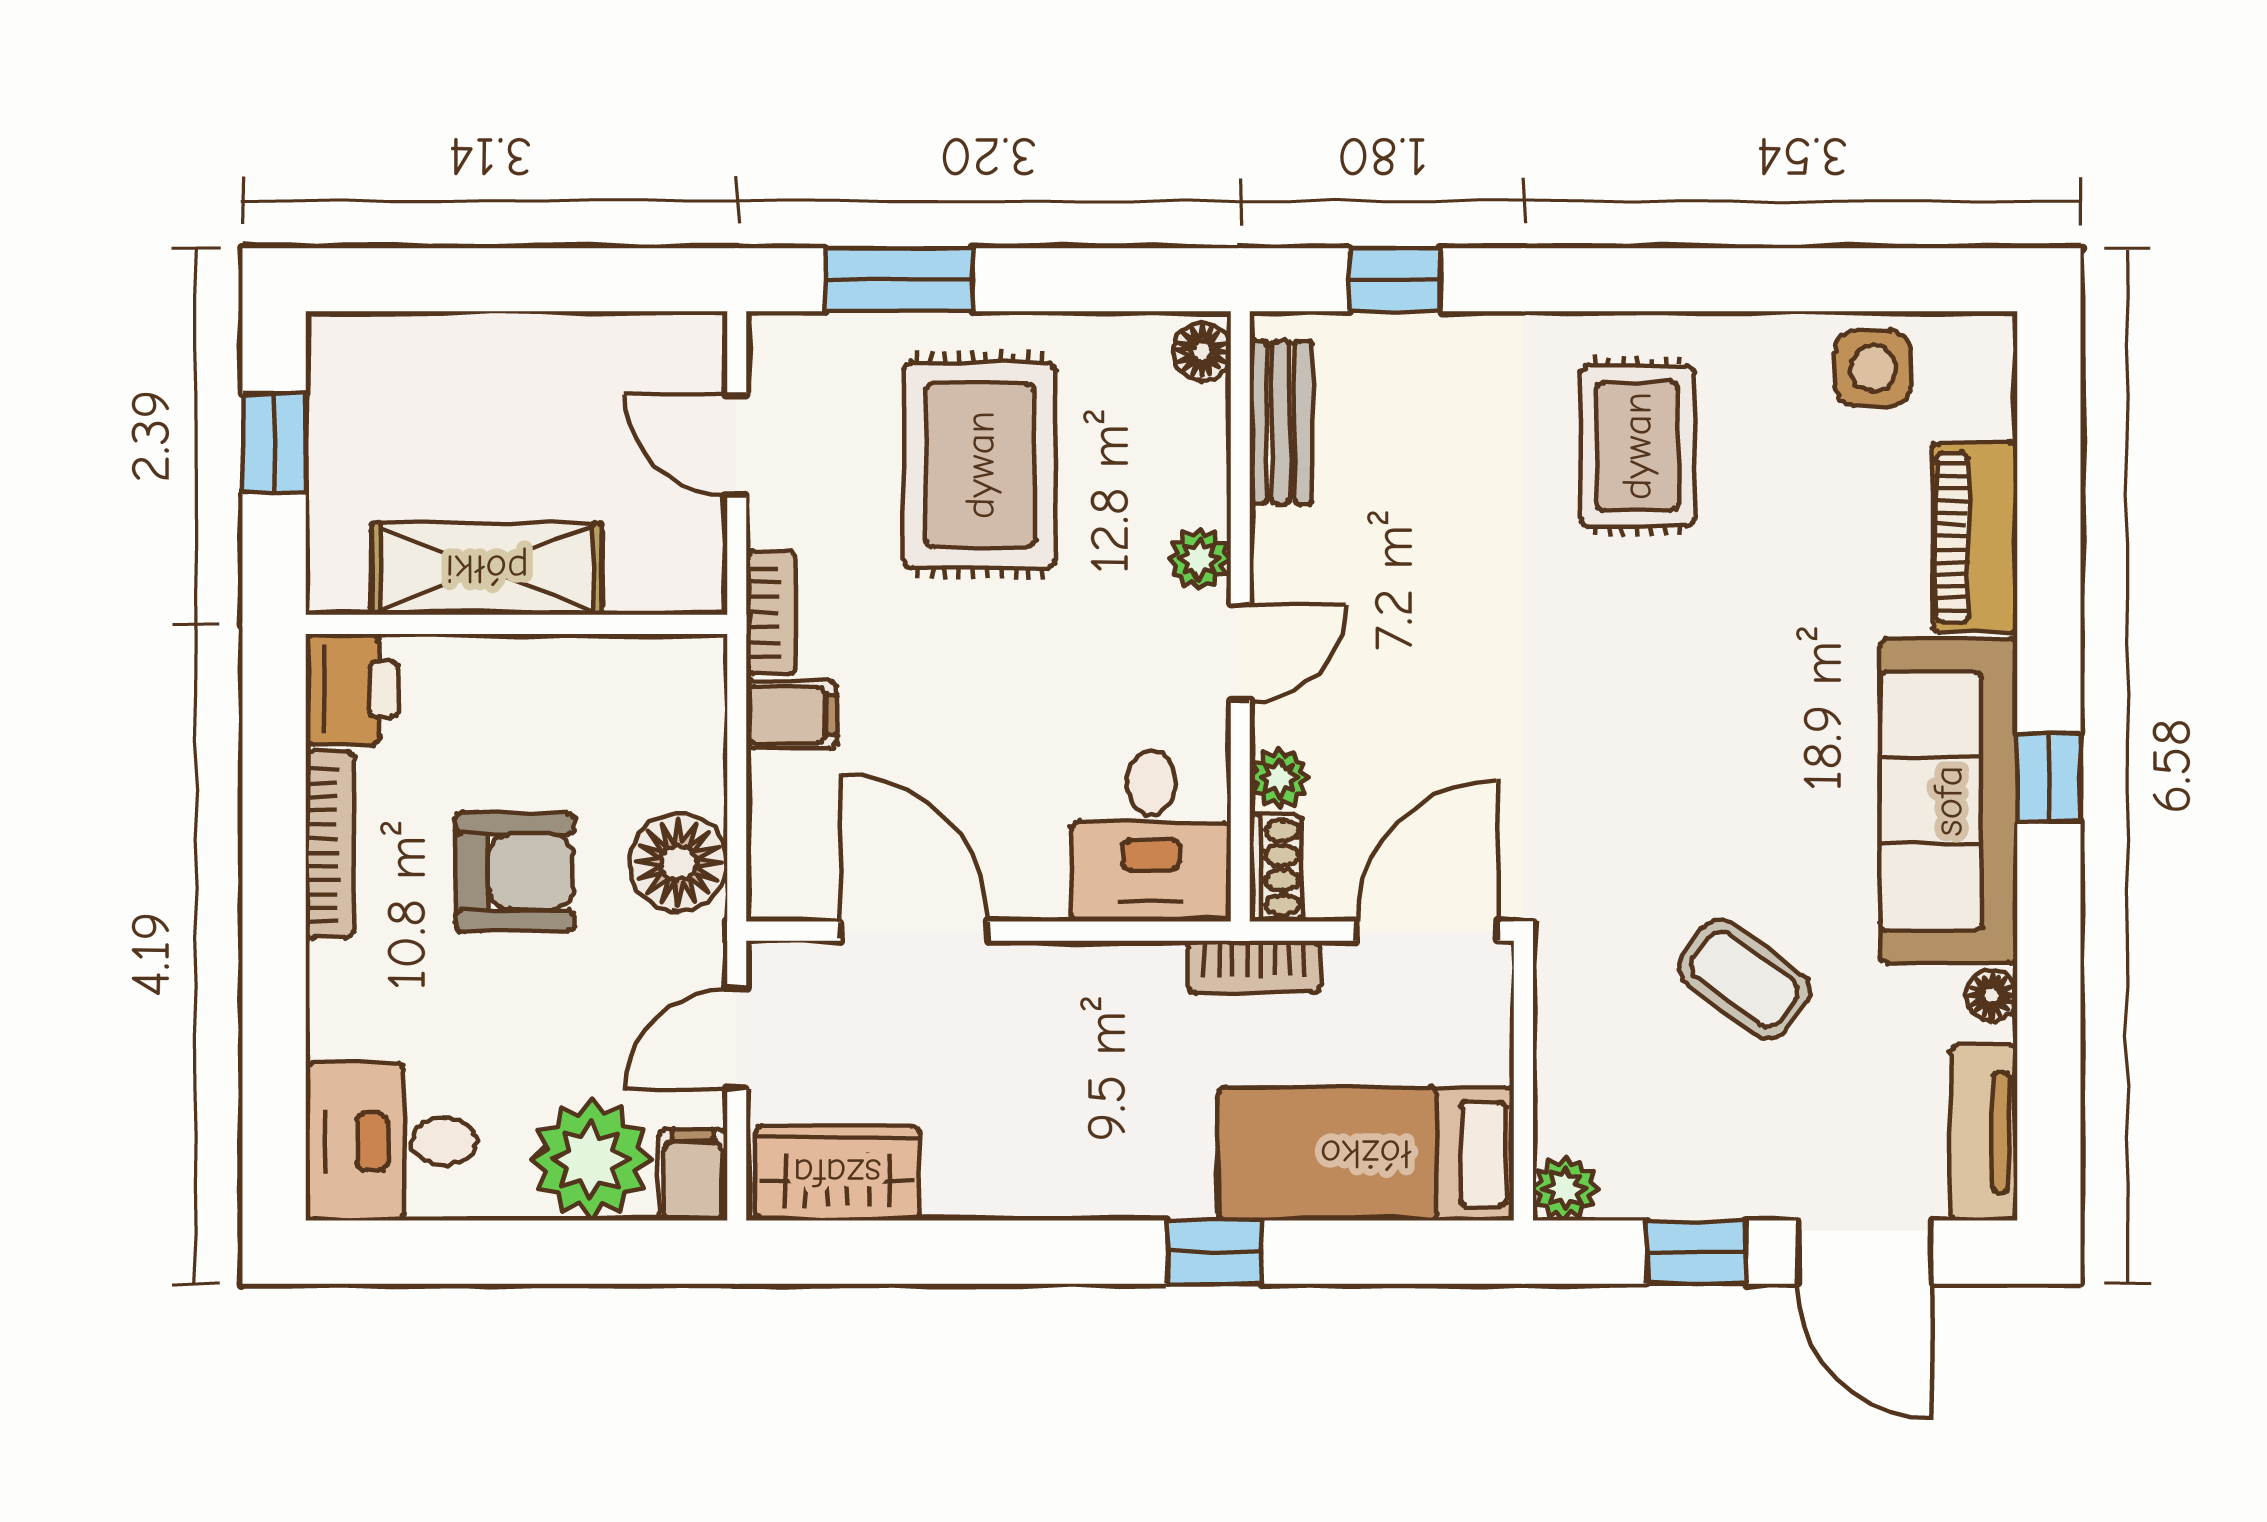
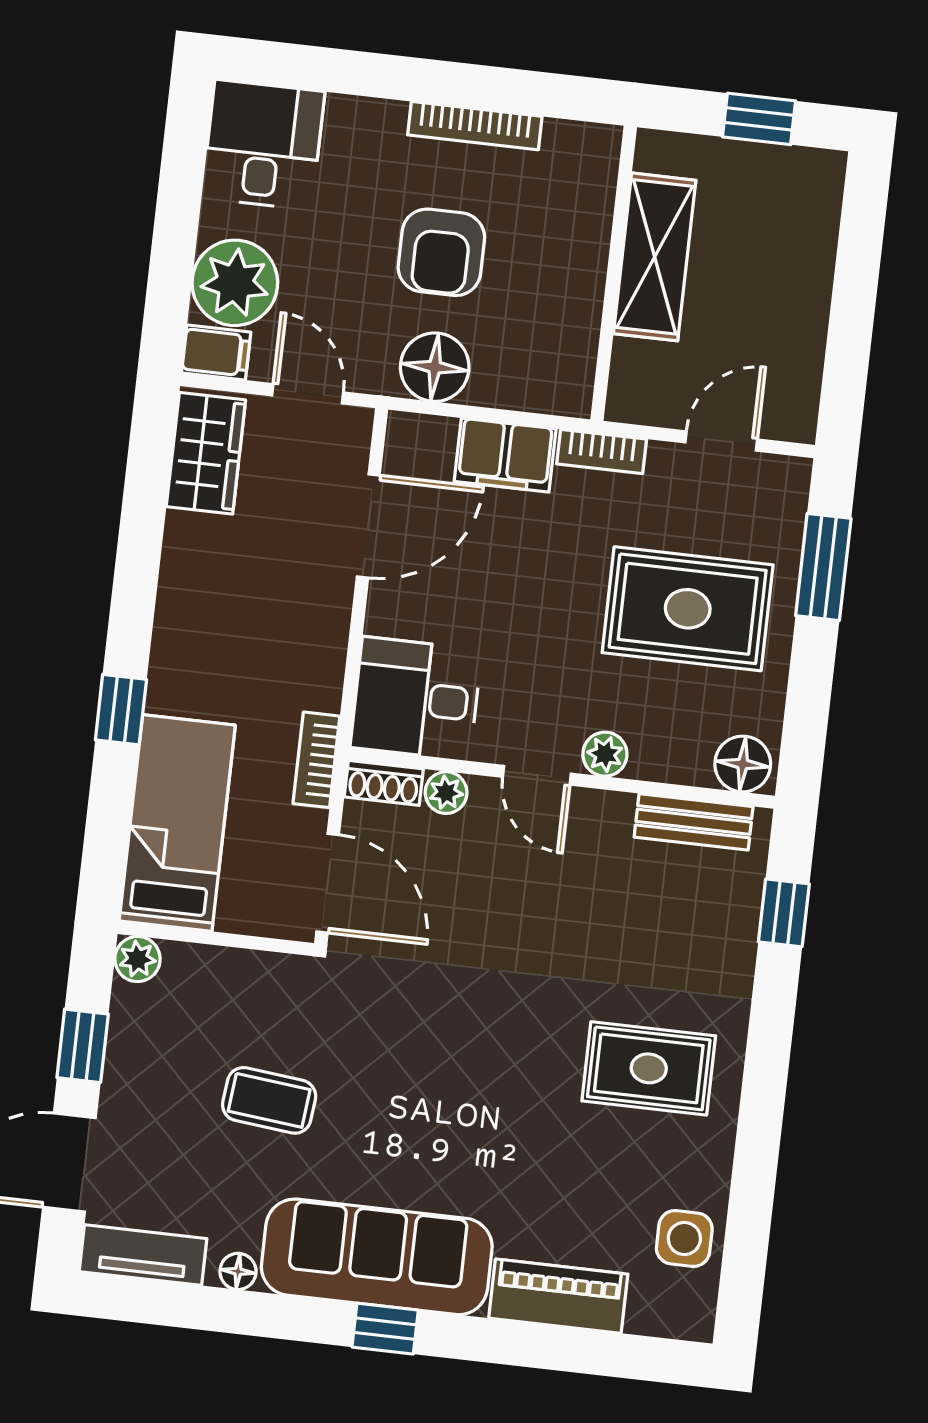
floor lamp: (1202, 351) -> (743, 764), width x1.37, depth x1.37
printer: (351, 689) -> (581, 153), removed
filing cabinet: (792, 715) -> (505, 455), width x2.00
coffee table: (1744, 979) -> (269, 1100), turned 60

